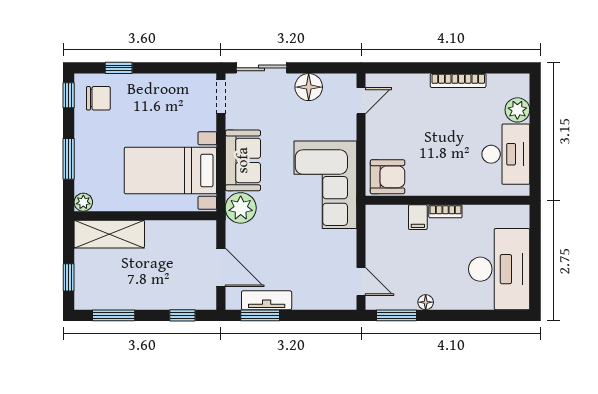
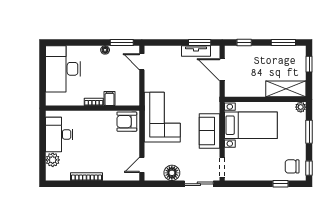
plant: (241, 208) -> (211, 104), removed

